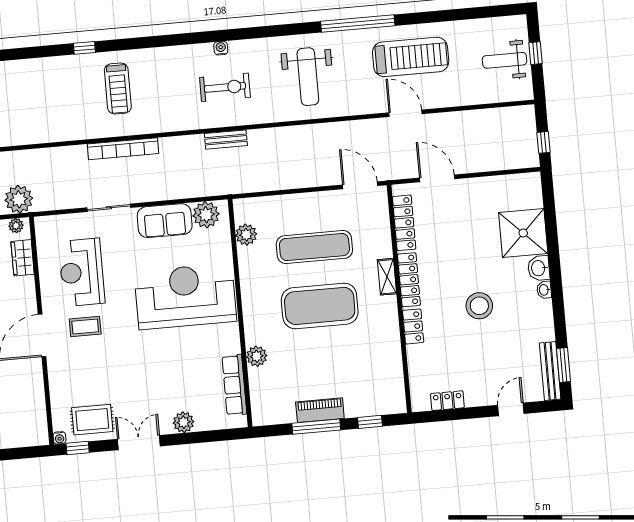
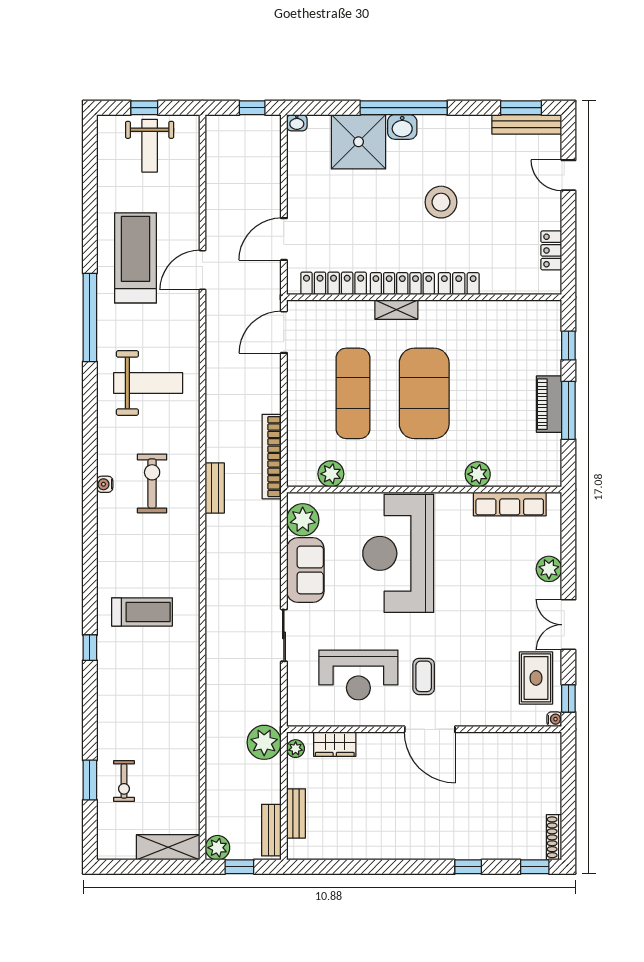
bookcase: (123, 149) -> (272, 457), moved, turned 180
window: (555, 268) -> (404, 108), added
washbasin: (544, 290) -> (297, 123), moved

